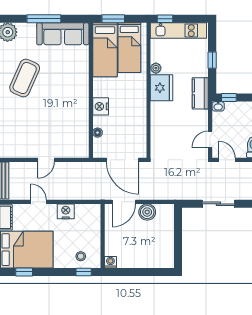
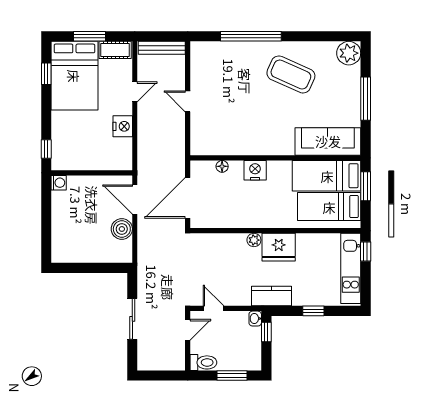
sofa: (63, 34) -> (328, 141), moved, turned 90
plant: (156, 68) -> (254, 240), moved
stool: (81, 256) -> (66, 145), removed

